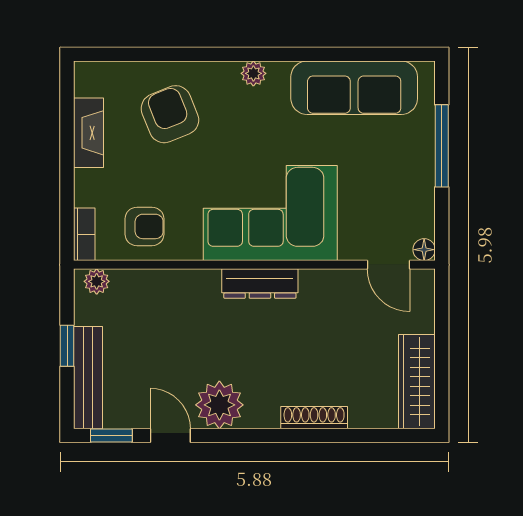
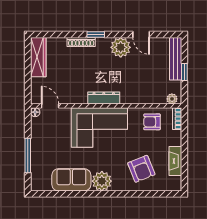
plant: (253, 73) -> (102, 181), width x1.88, depth x1.88
sofa: (354, 88) -> (71, 180), width x0.73
window: (111, 436) -> (96, 35), moved

